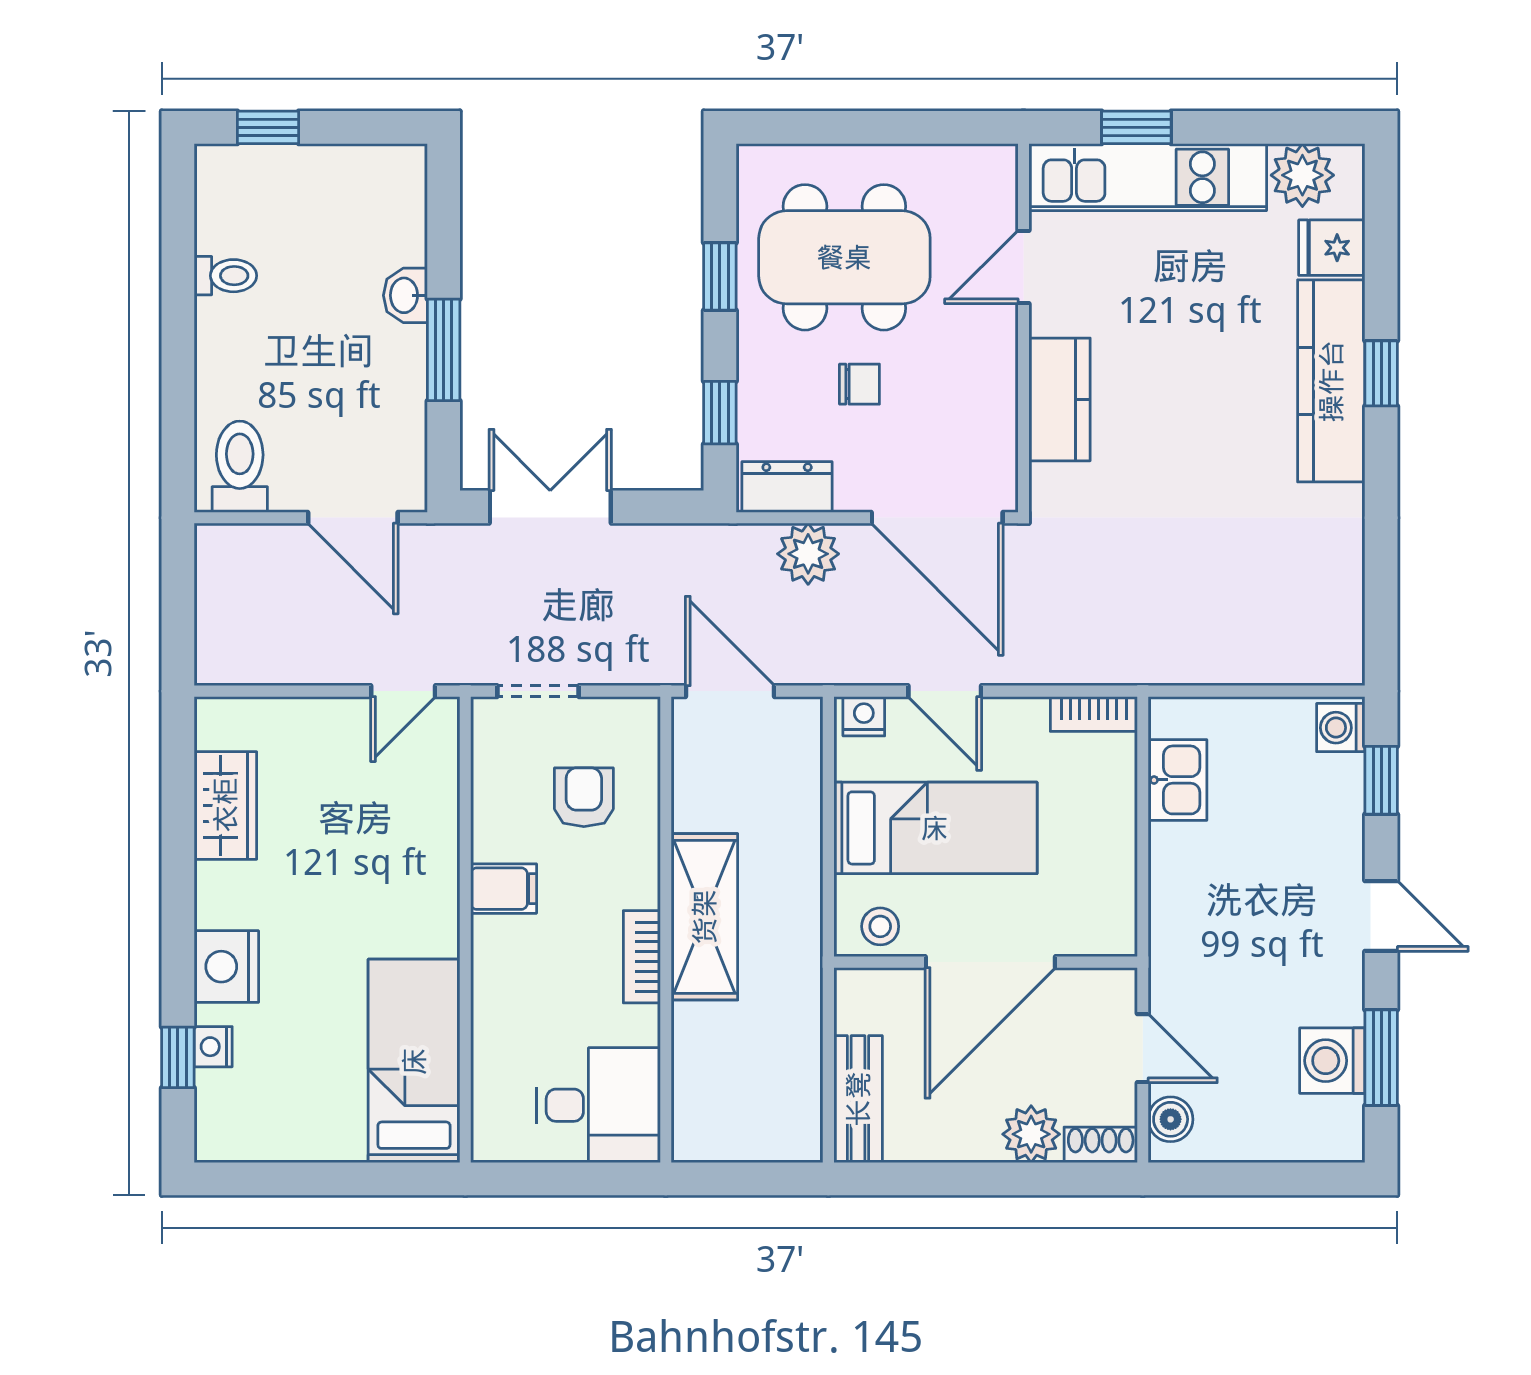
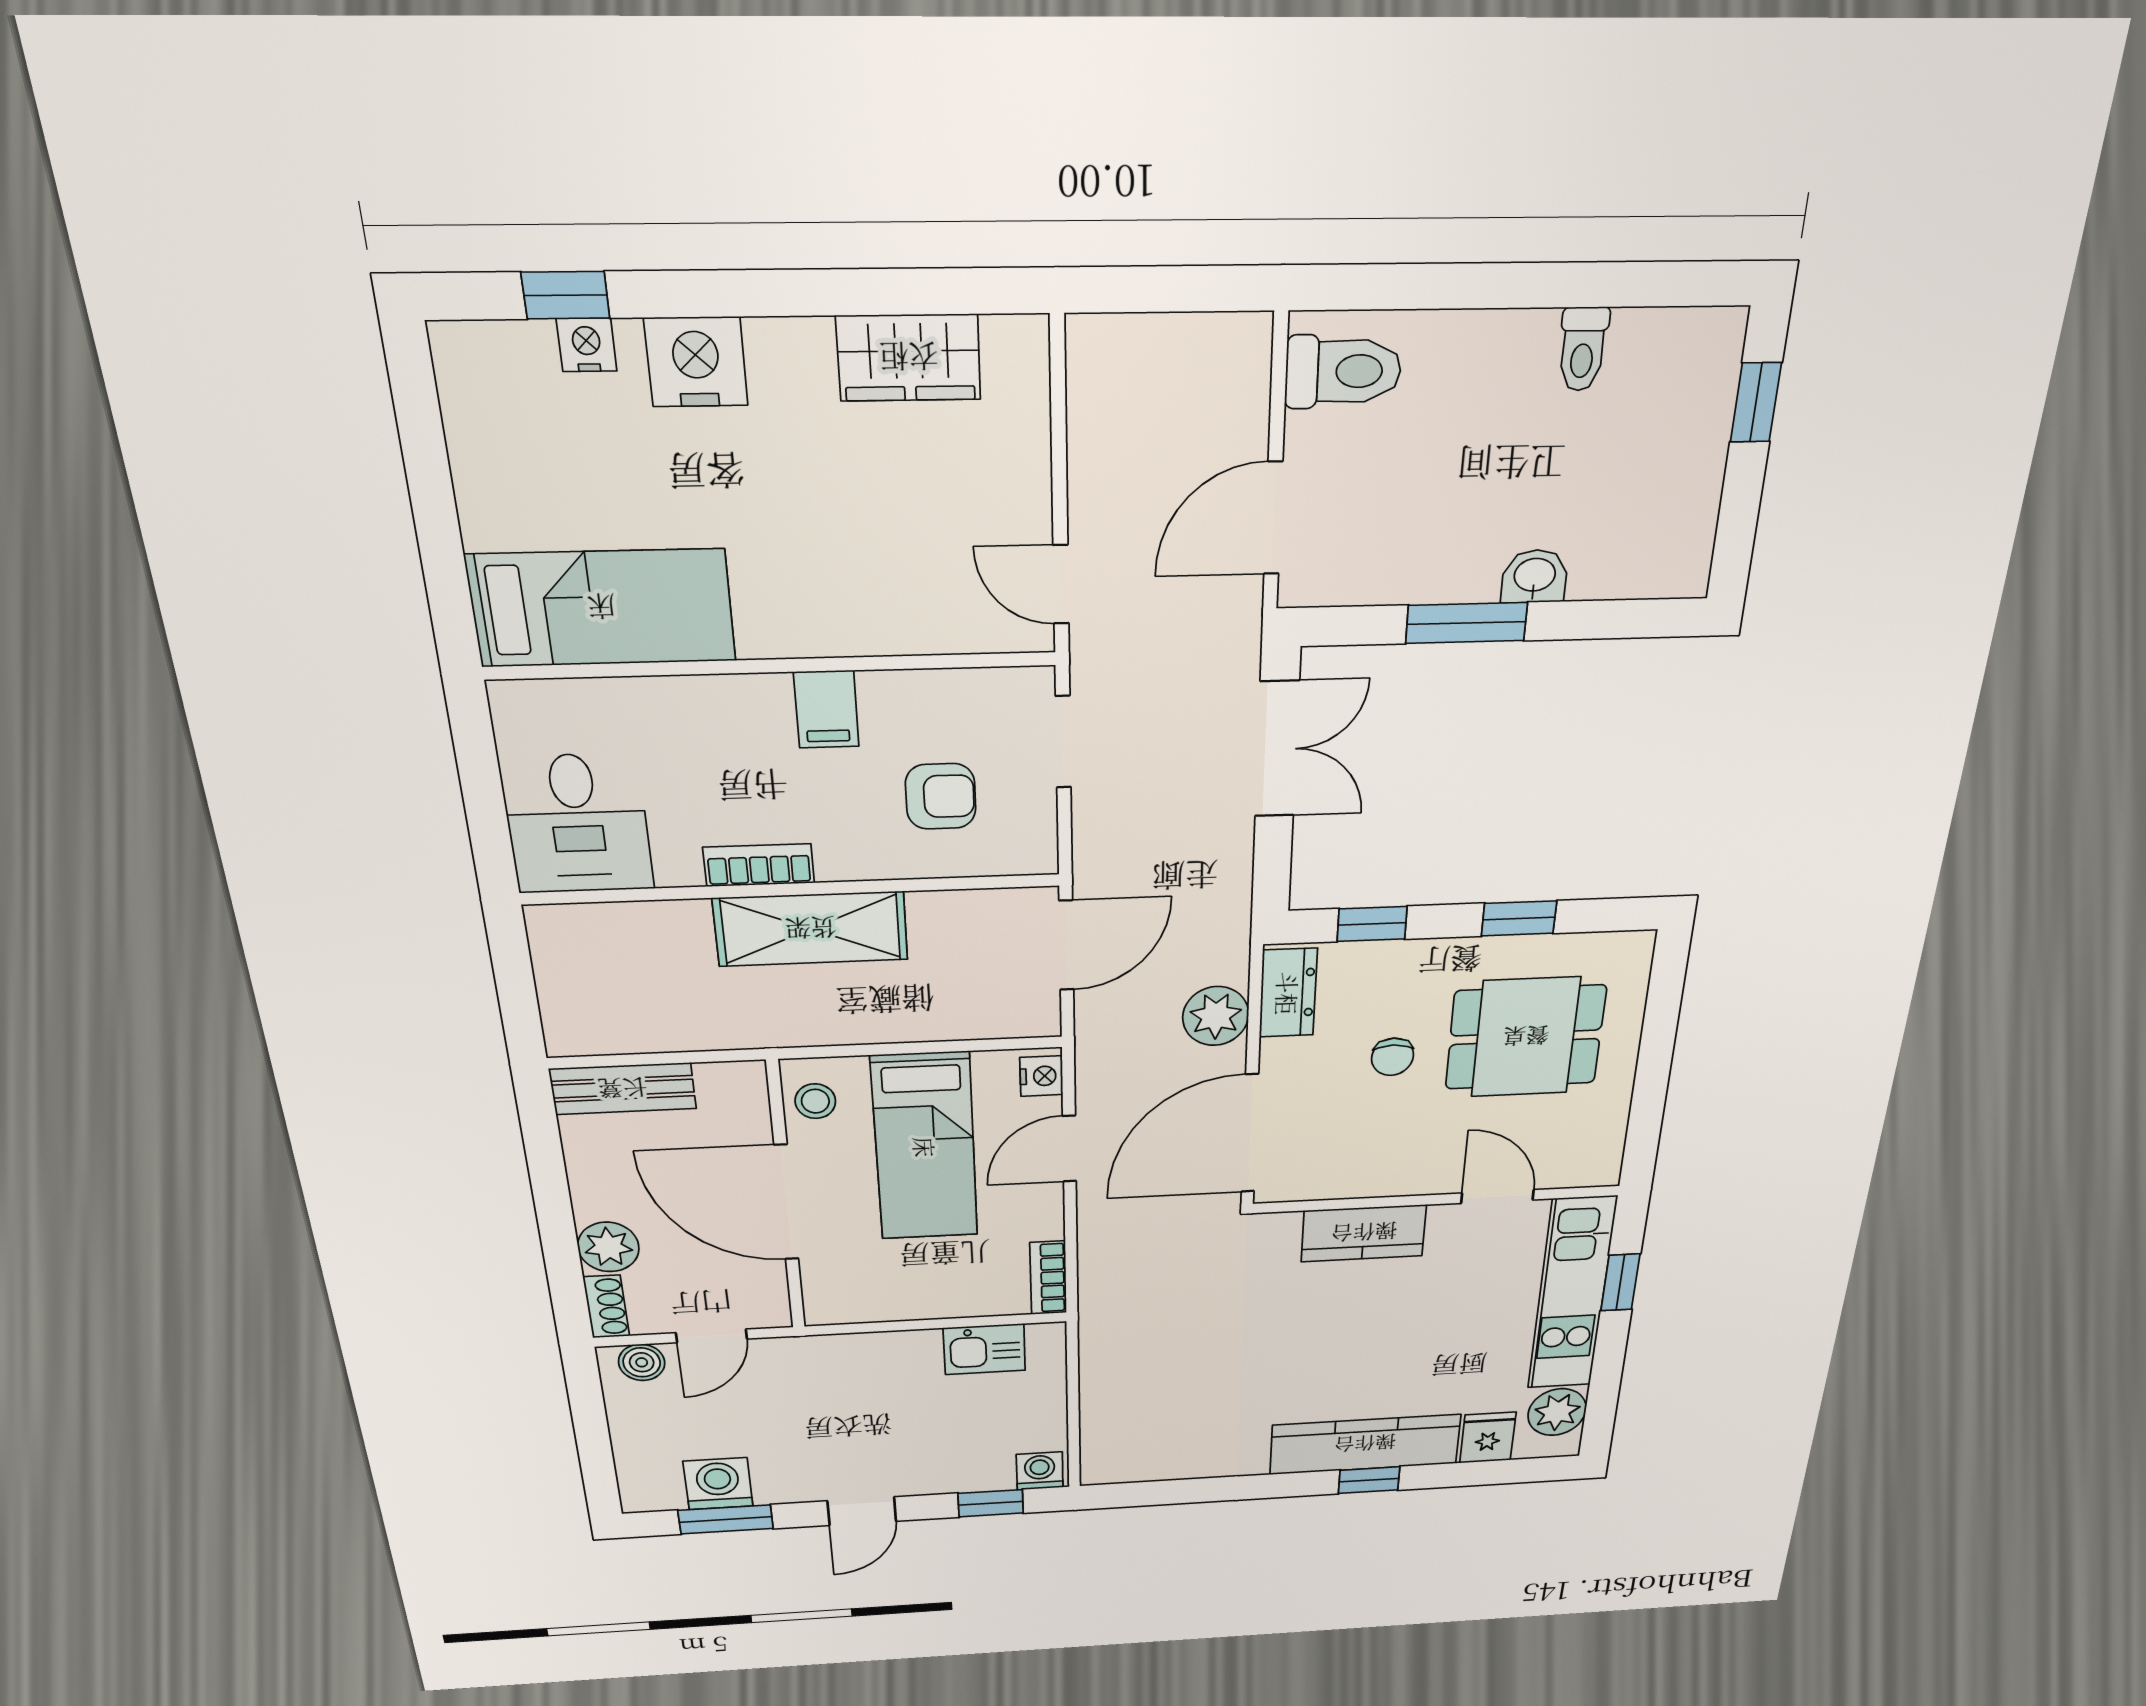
dining table: (844, 257) -> (1526, 1037), width x0.73

